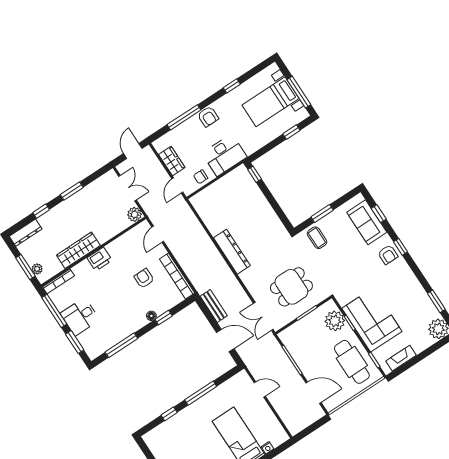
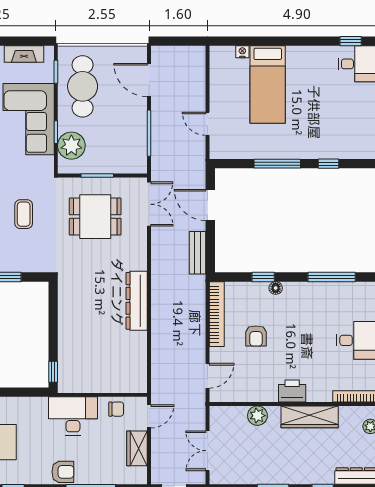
armchair: (208, 117) -> (63, 472), turned 90
plant: (135, 214) -> (257, 416), moved
coffee table: (317, 238) -> (24, 214), moved

